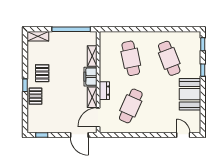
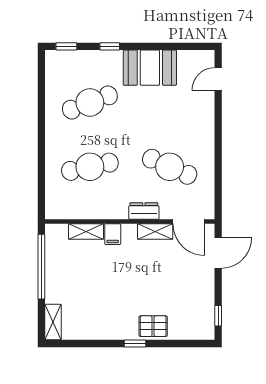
pallet: (42, 73) -> (115, 315), removed
filing cabinet: (91, 77) -> (113, 234), width x0.50

